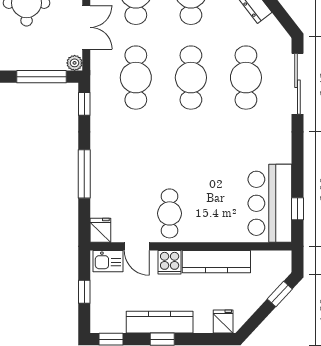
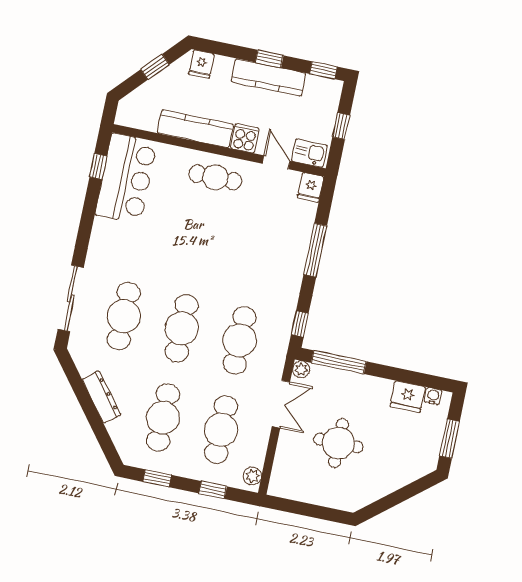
double door: (86, 27) -> (281, 404), swing flipped
cafe table: (170, 213) -> (215, 177), moved, turned 90
window: (280, 294) -> (155, 67), moved

